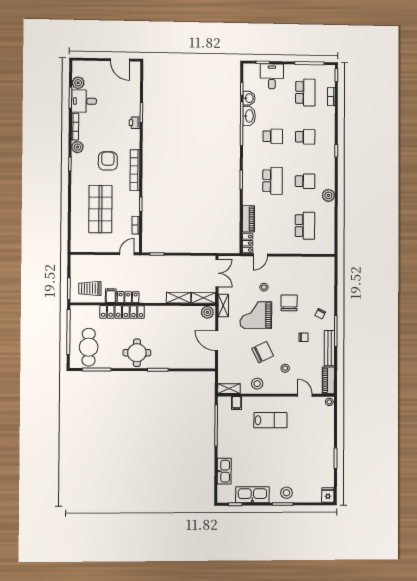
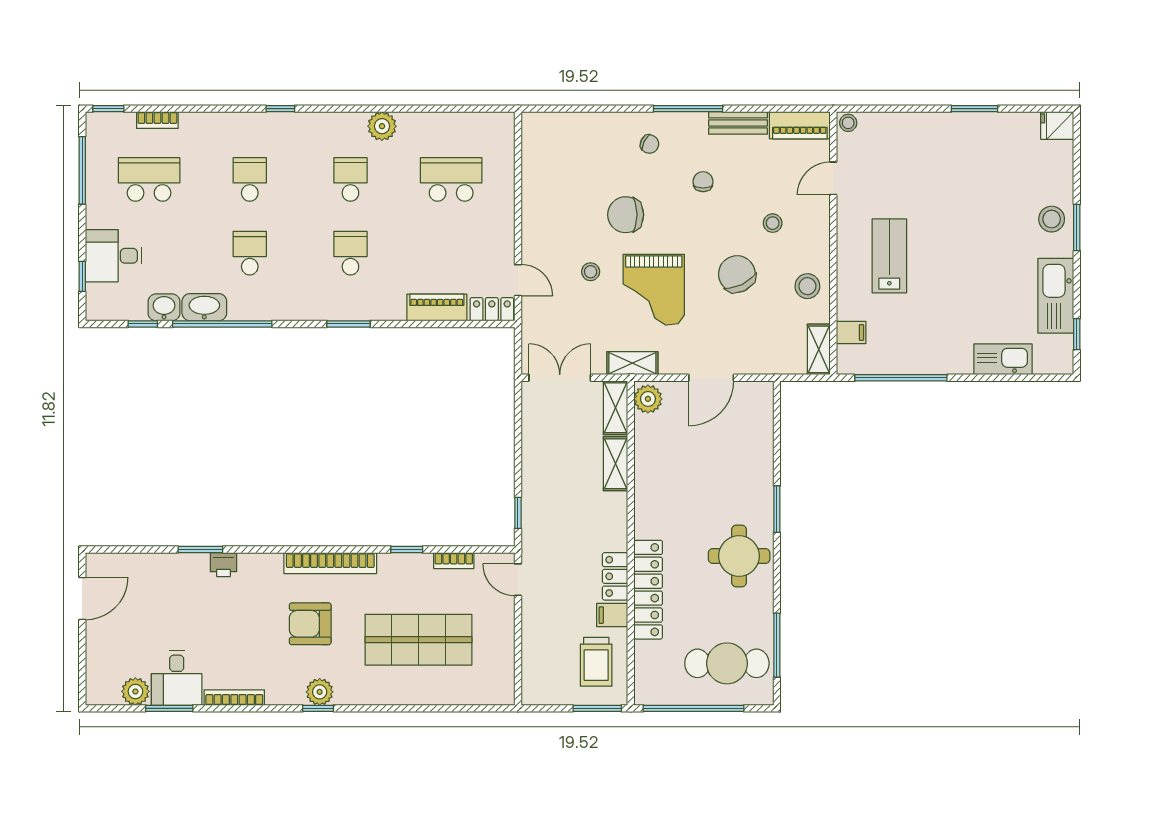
plant: (77, 147) -> (320, 692), moved
school desk: (273, 181) -> (350, 253), width x0.54
bench: (329, 348) -> (738, 123), width x0.73

